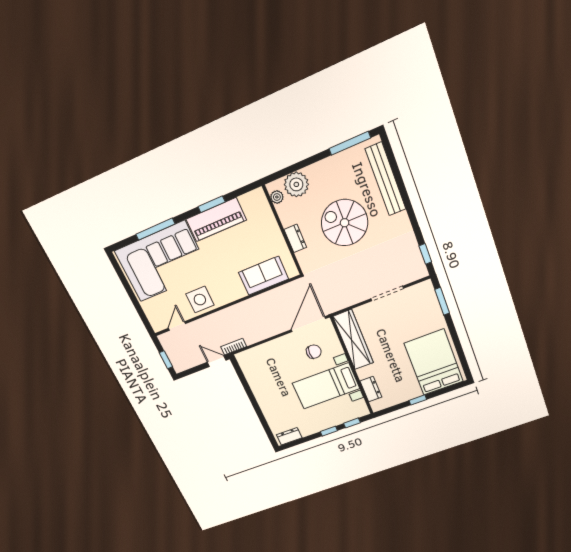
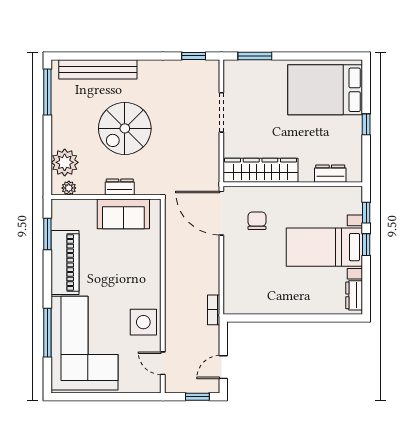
window: (212, 204) -> (47, 234), moved
sofa: (263, 276) -> (123, 214), moved, turned -90
door: (217, 361) -> (223, 367), moved
bed with nightstands: (326, 386) -> (324, 247), moved, turned 90

